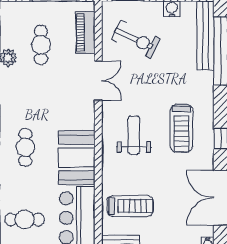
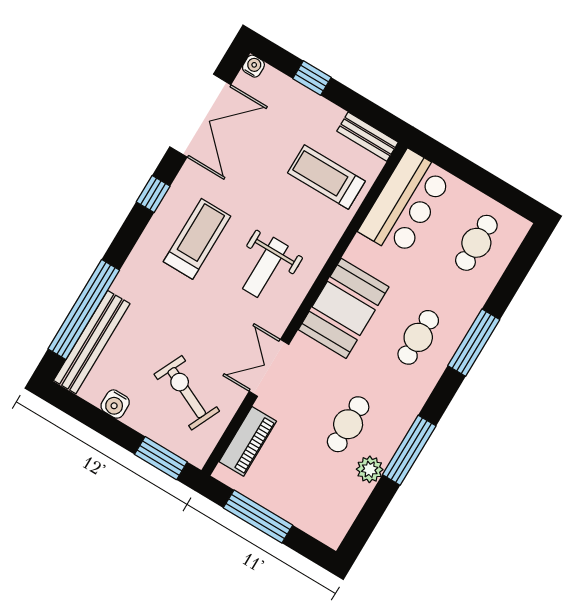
cafe table: (41, 45) -> (348, 424), moved
booth: (77, 158) -> (344, 308), moved
cafe table: (25, 220) -> (476, 243), turned 90

